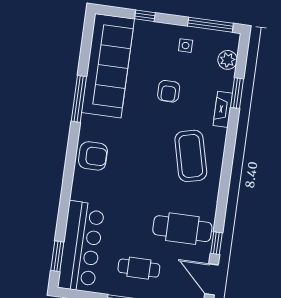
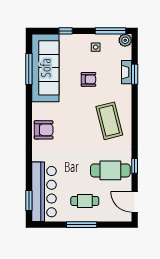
plant: (228, 60) -> (125, 40), moved
armchair: (169, 91) -> (88, 79), turned -90
window: (79, 99) -> (29, 69), moved
fireplace: (223, 109) -> (127, 72), moved
window: (216, 243) -> (135, 166), moved

